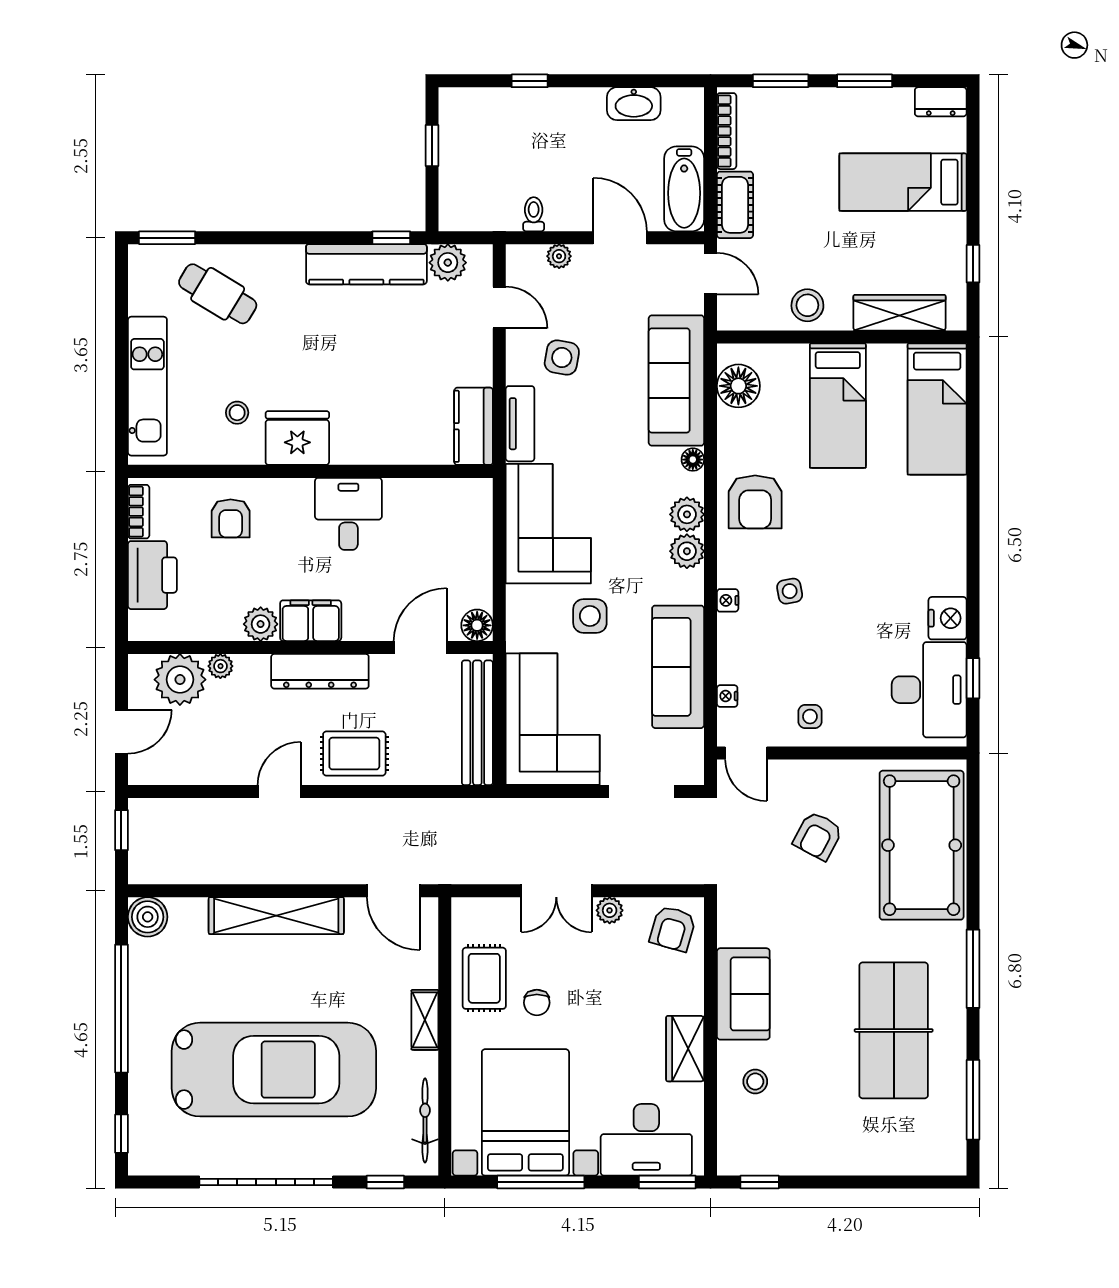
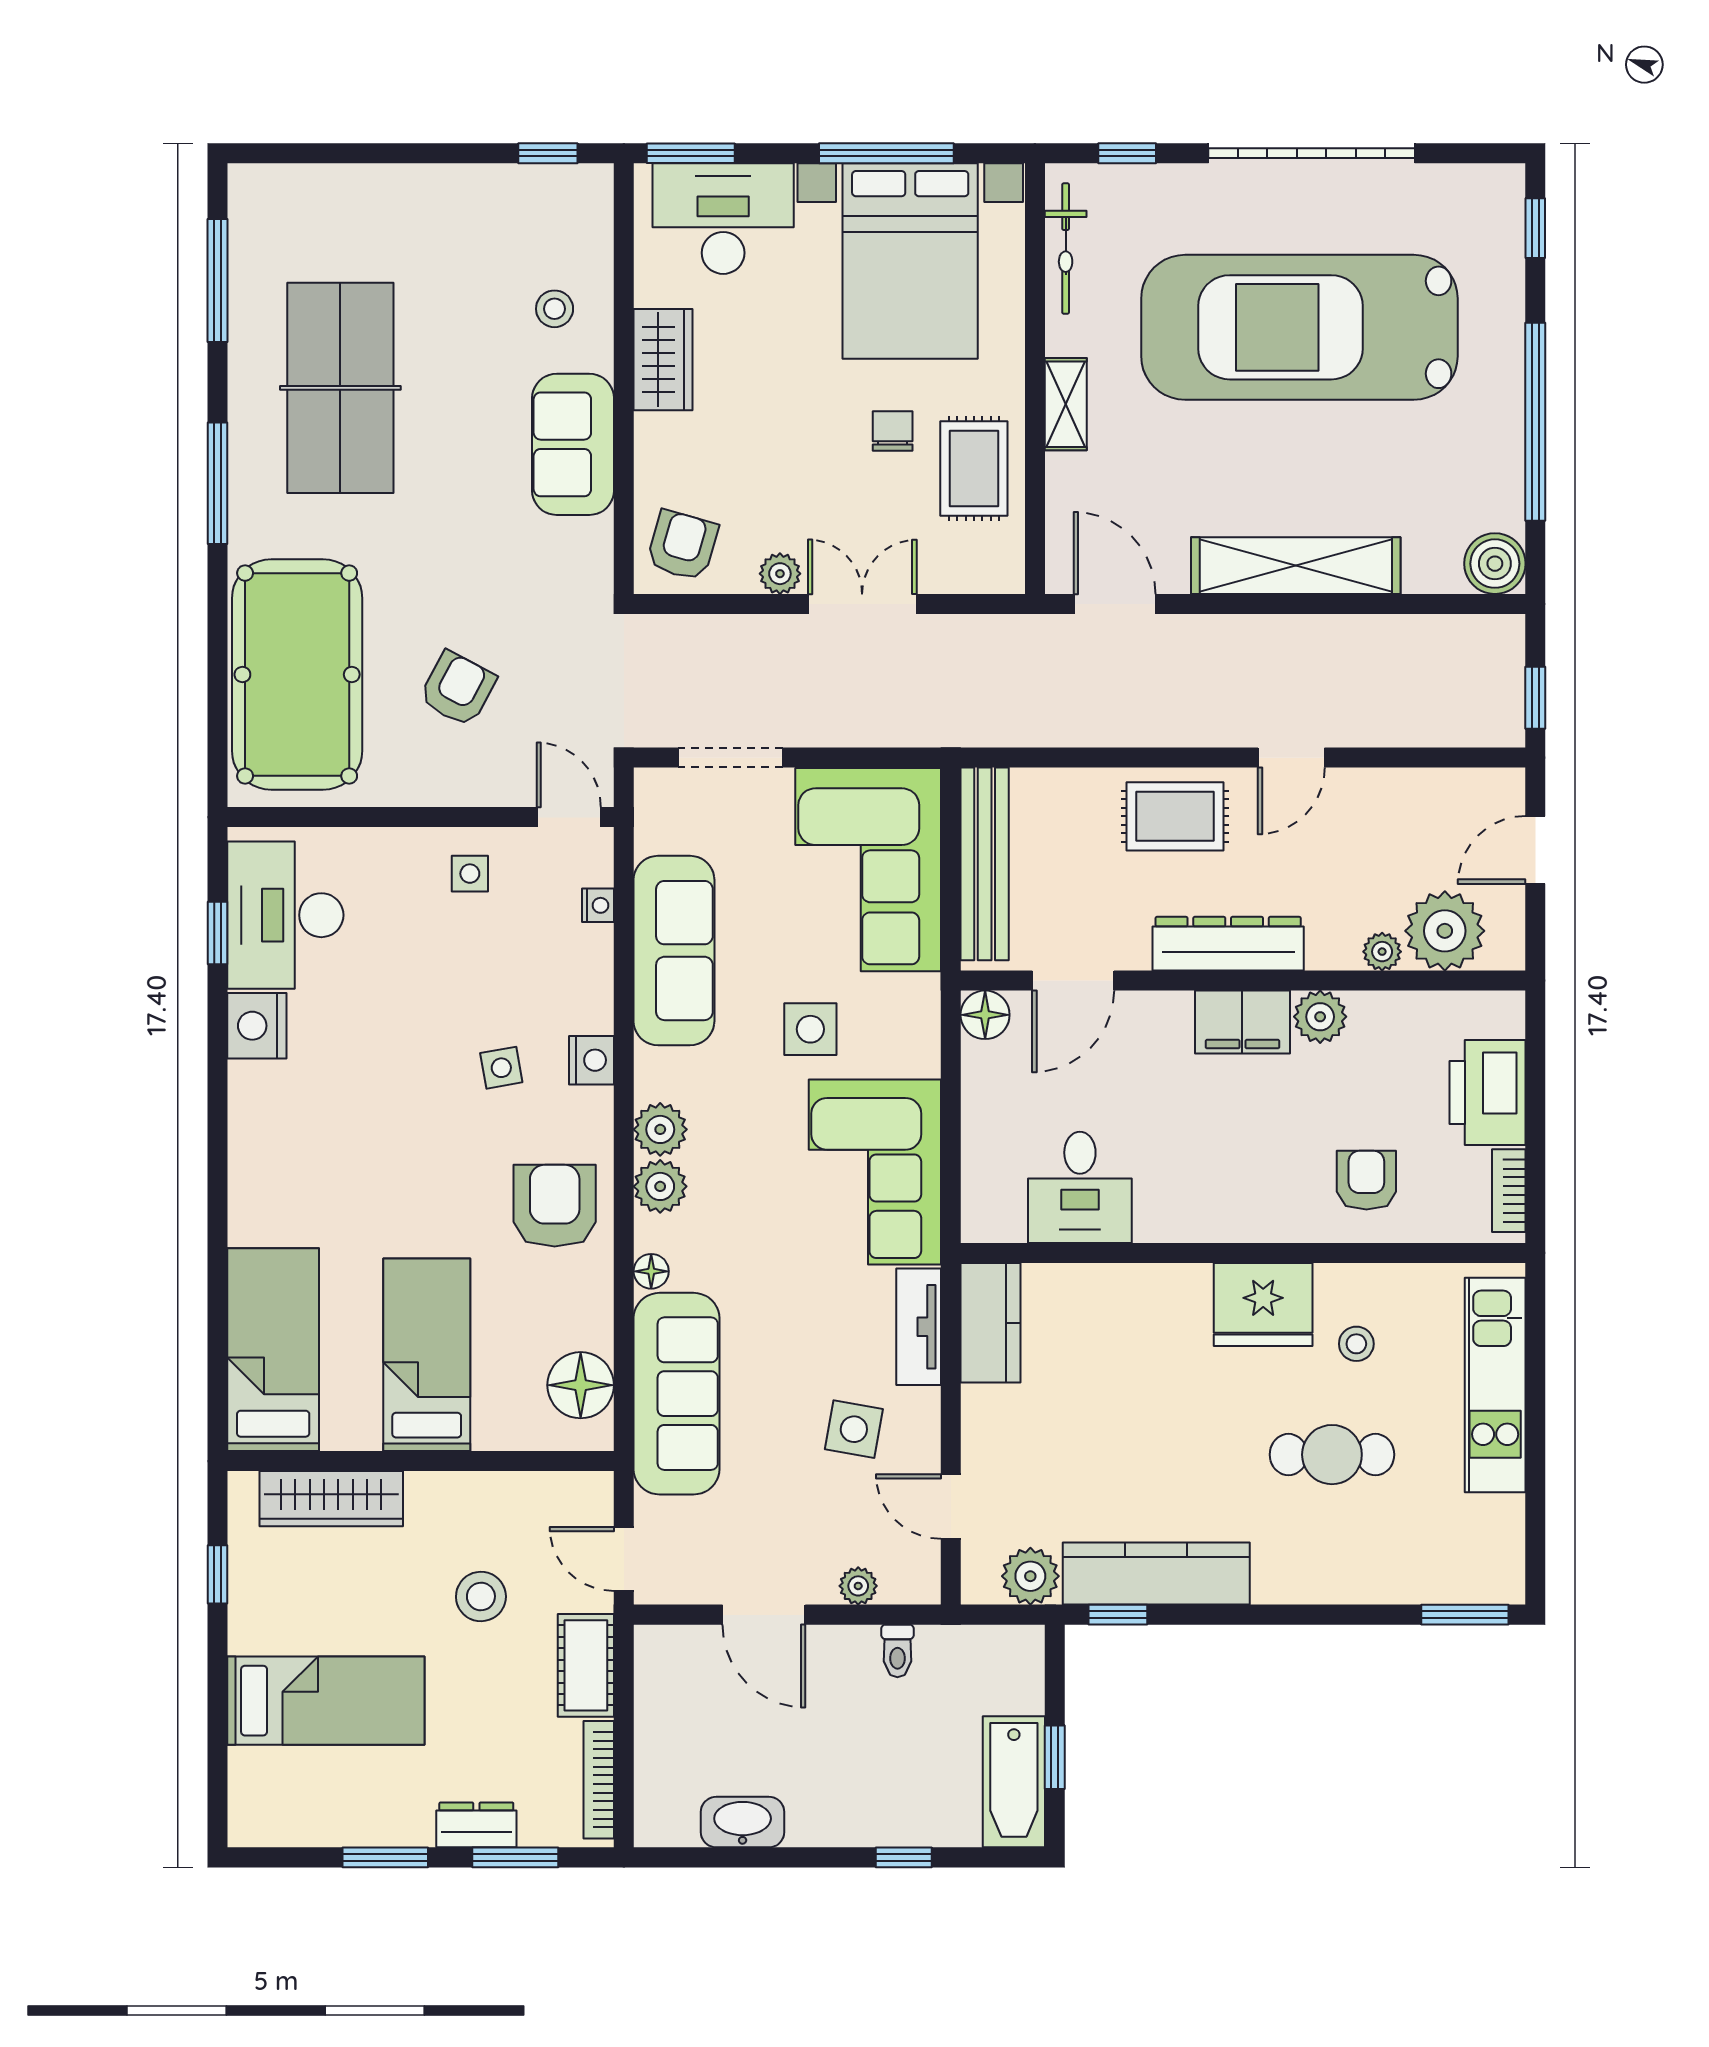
dresser: (941, 102) -> (476, 1825), moved
bathtub: (684, 189) -> (1014, 1782), moved, turned 180
cafe table: (218, 294) -> (1332, 1455), moved, turned -31
stool: (807, 305) -> (481, 1596), moved
desk: (348, 514) -> (1080, 1187), moved
nightstand: (728, 600) -> (591, 1060), width x1.39, depth x1.35

